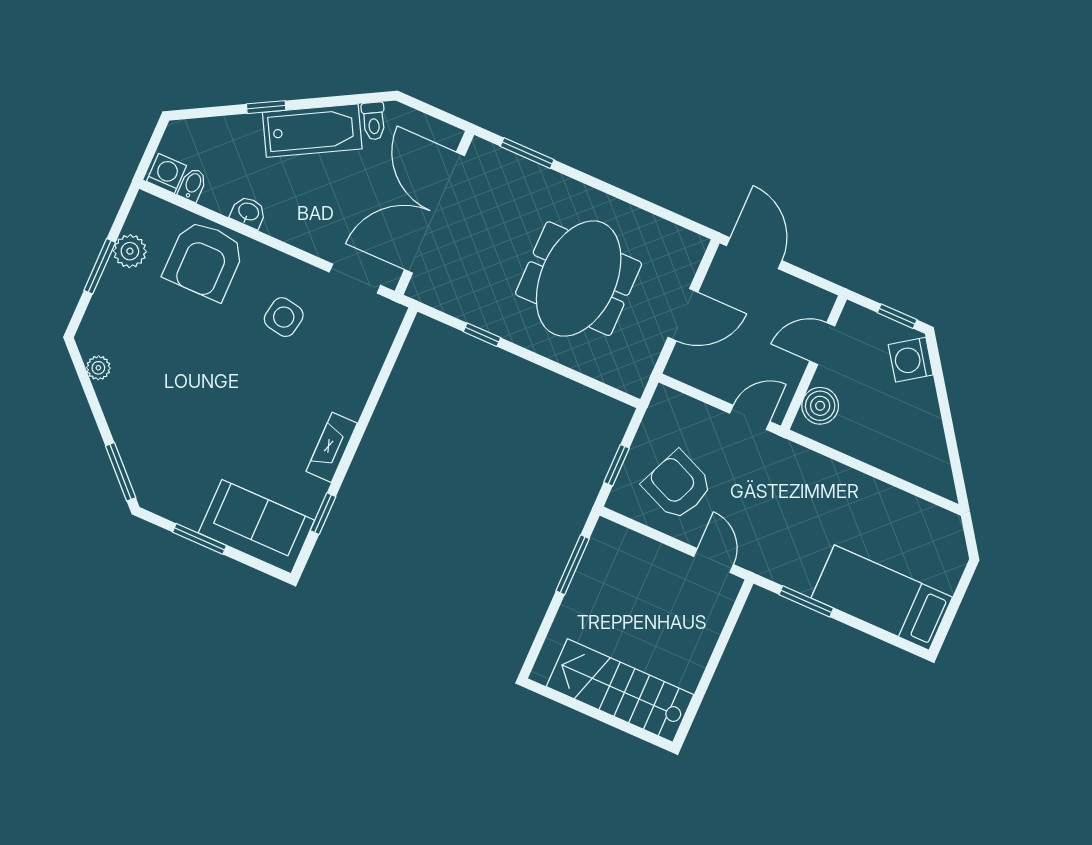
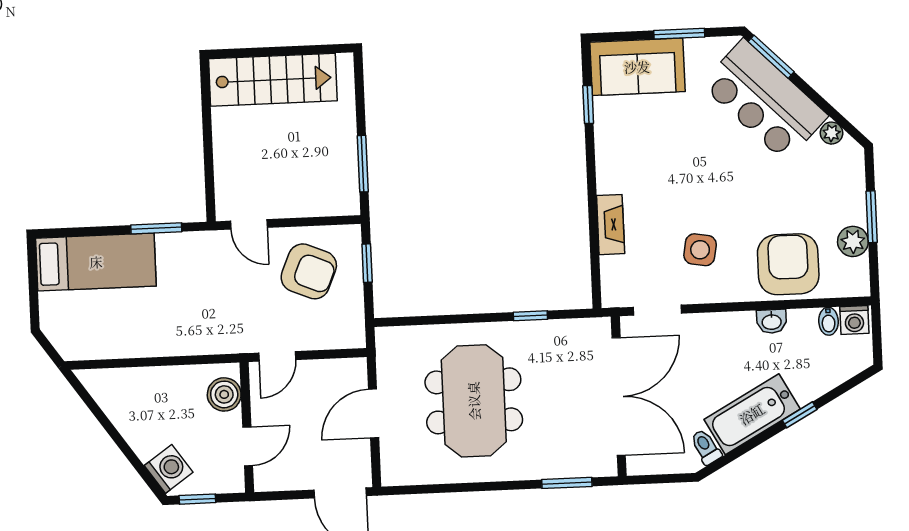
bar counter: (148, 432) -> (764, 100), added
fireplace: (332, 447) -> (611, 225), moved

